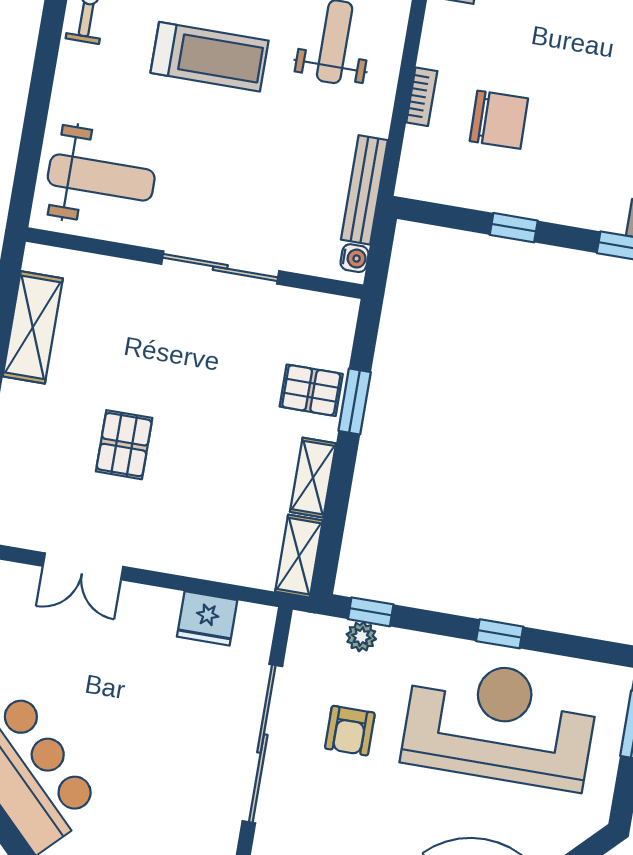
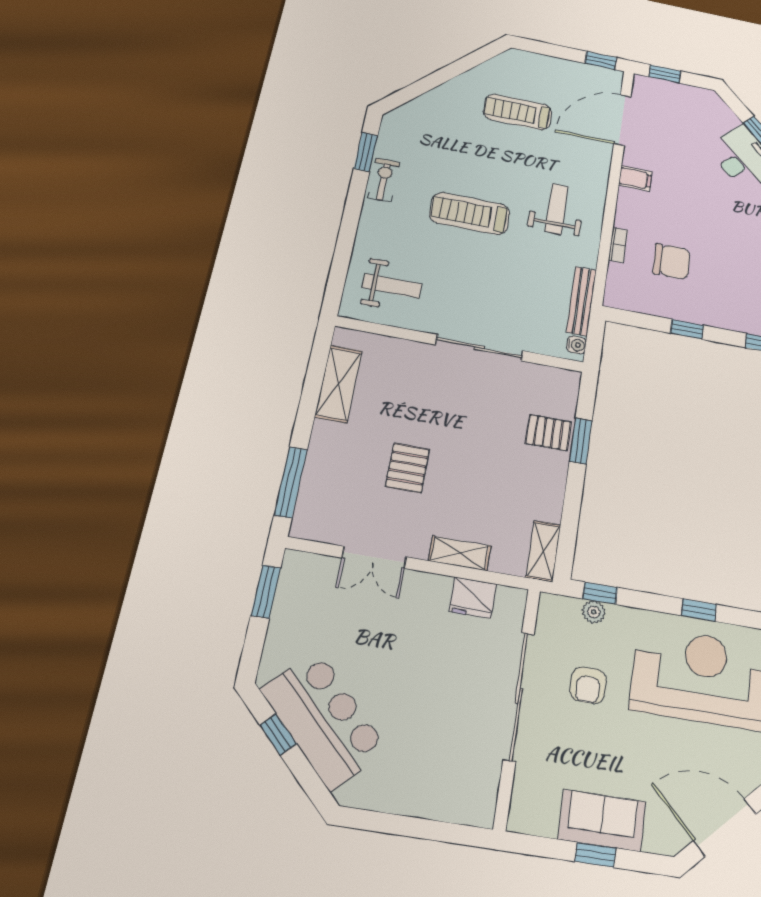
treadmill: (210, 57) -> (470, 214), turned 180
weight bench: (101, 178) -> (392, 286), width x0.73, depth x0.75
shelving: (313, 478) -> (460, 553), moved, turned 90

